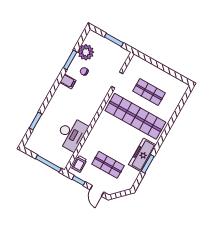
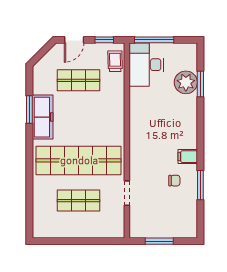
plant: (86, 52) -> (186, 82), moved
desk: (71, 134) -> (146, 65), moved
door: (97, 191) -> (74, 40), swing flipped

